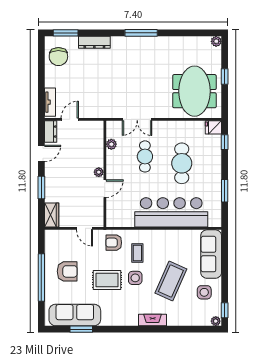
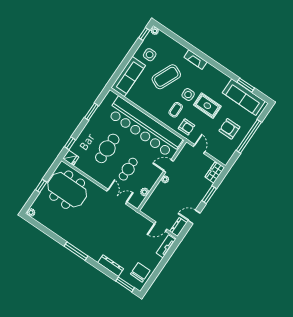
meeting table: (194, 91) -> (67, 190), turned 90
bar counter: (171, 212) -> (144, 127), width x1.36

